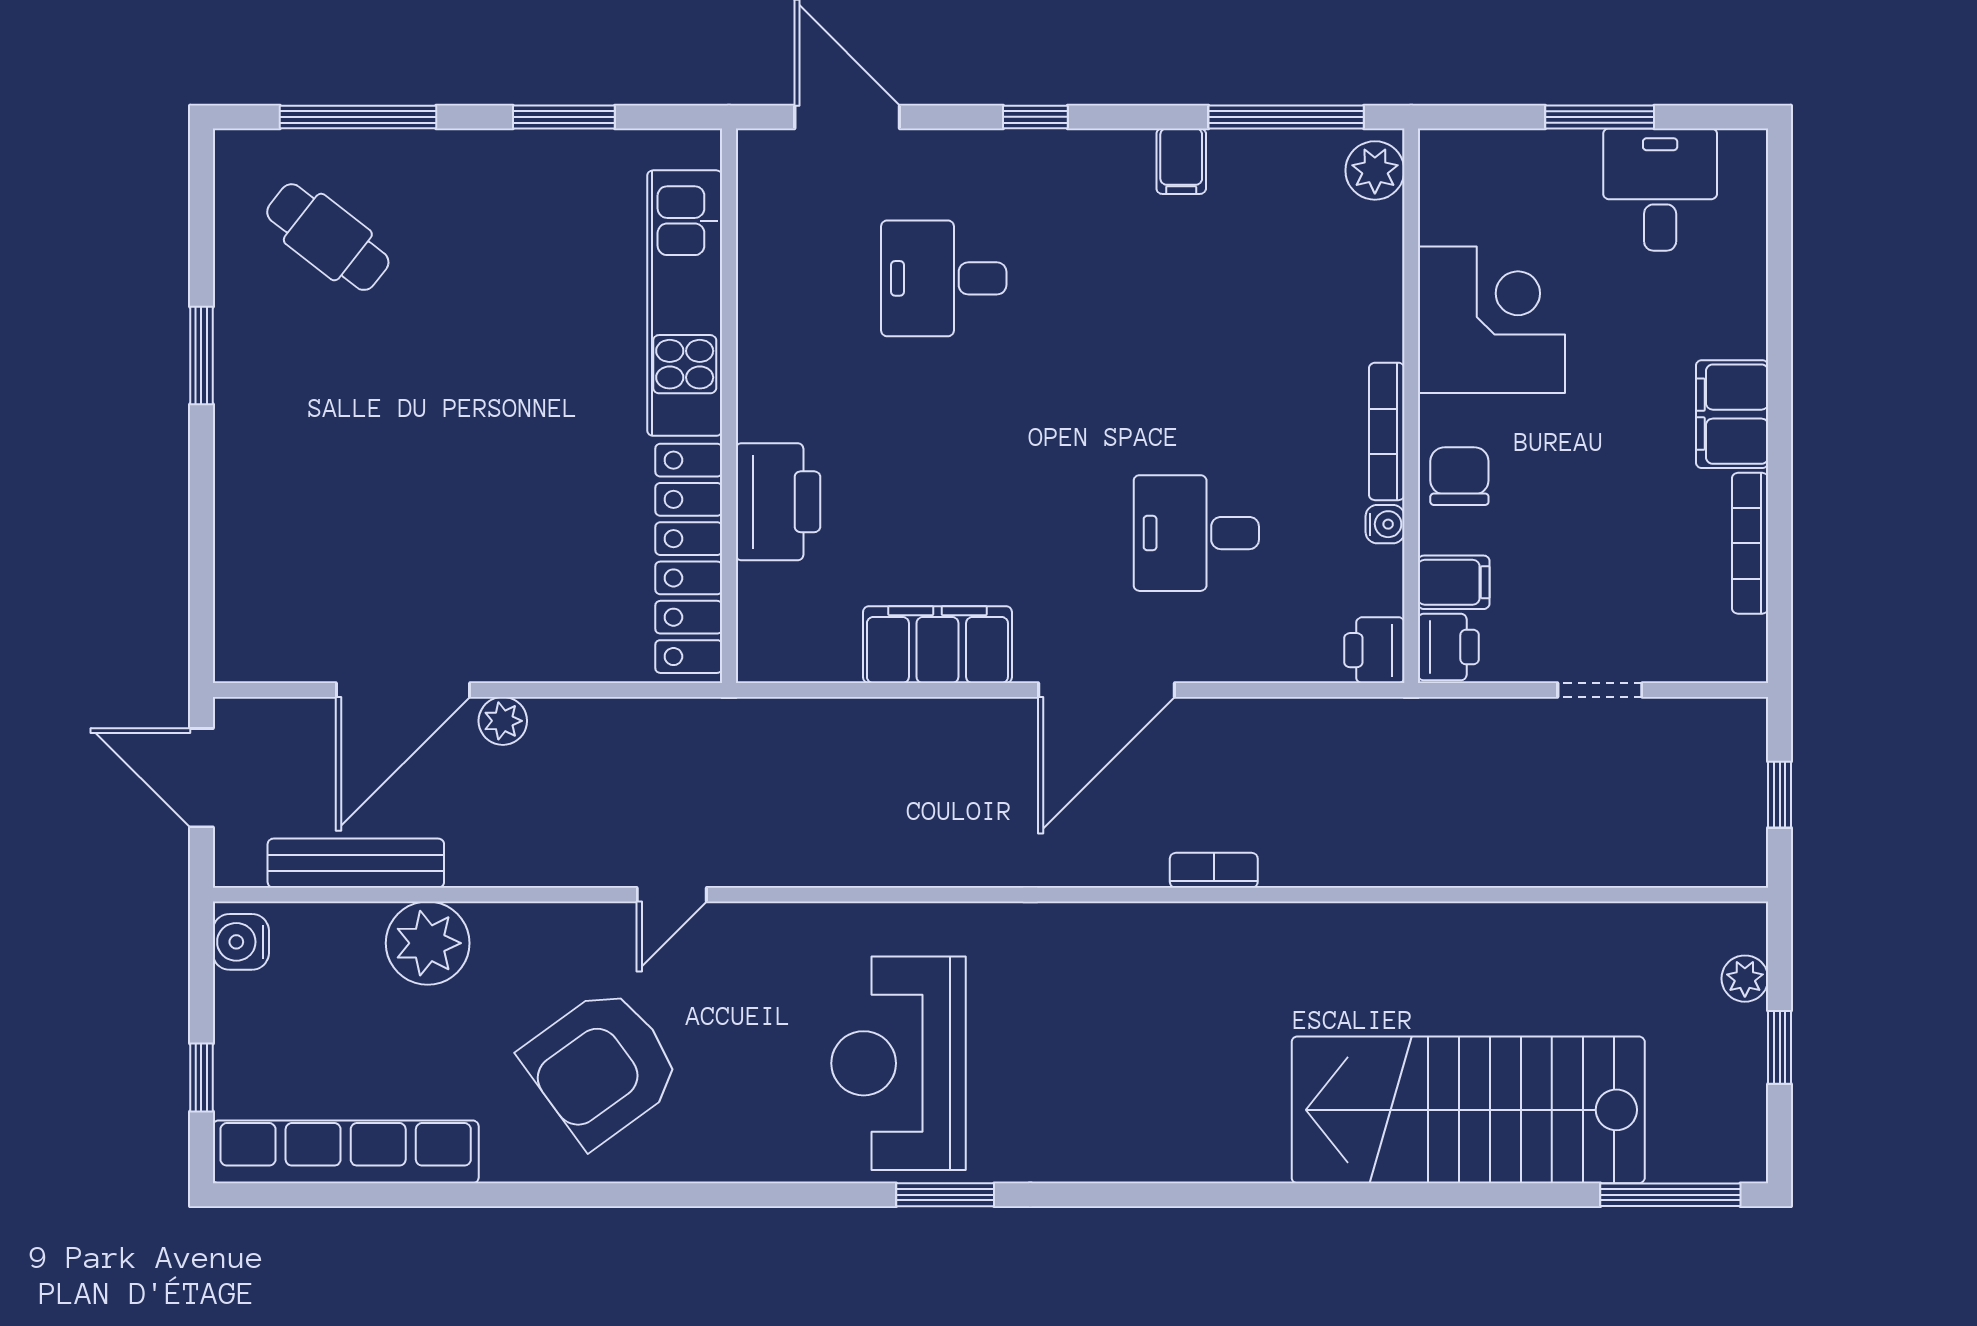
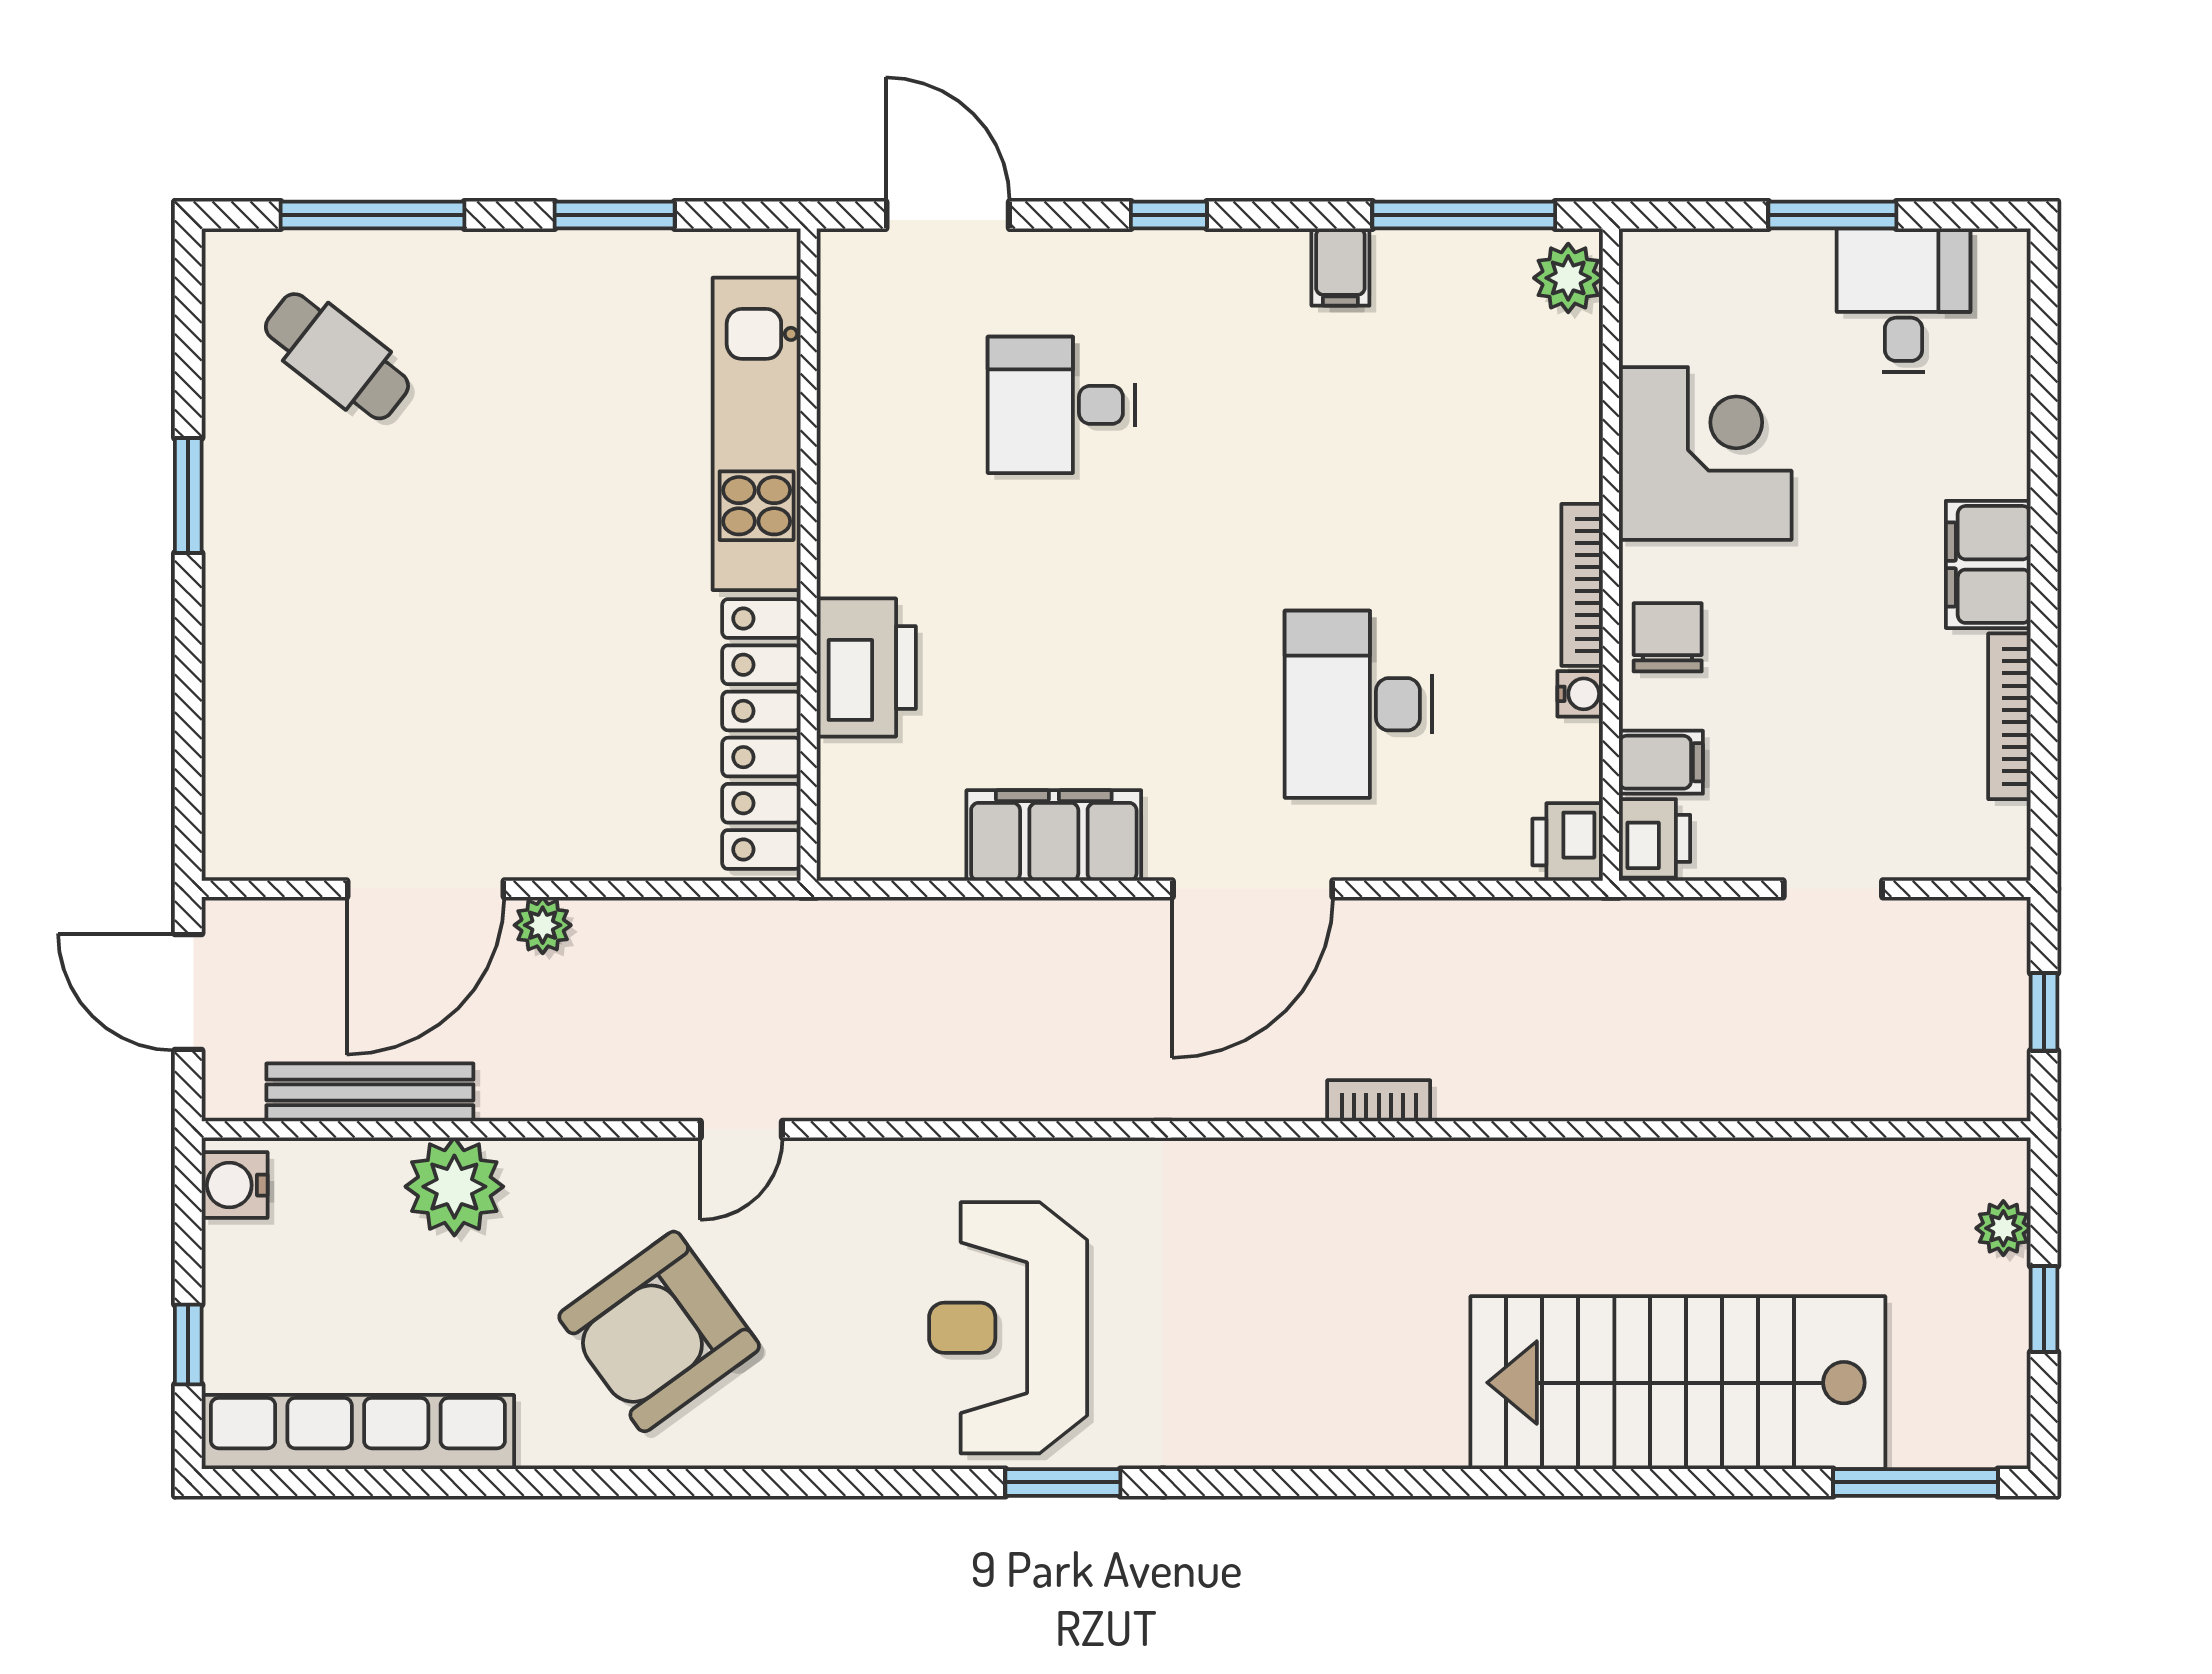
desk: (1196, 533) -> (1358, 704), width x1.37

